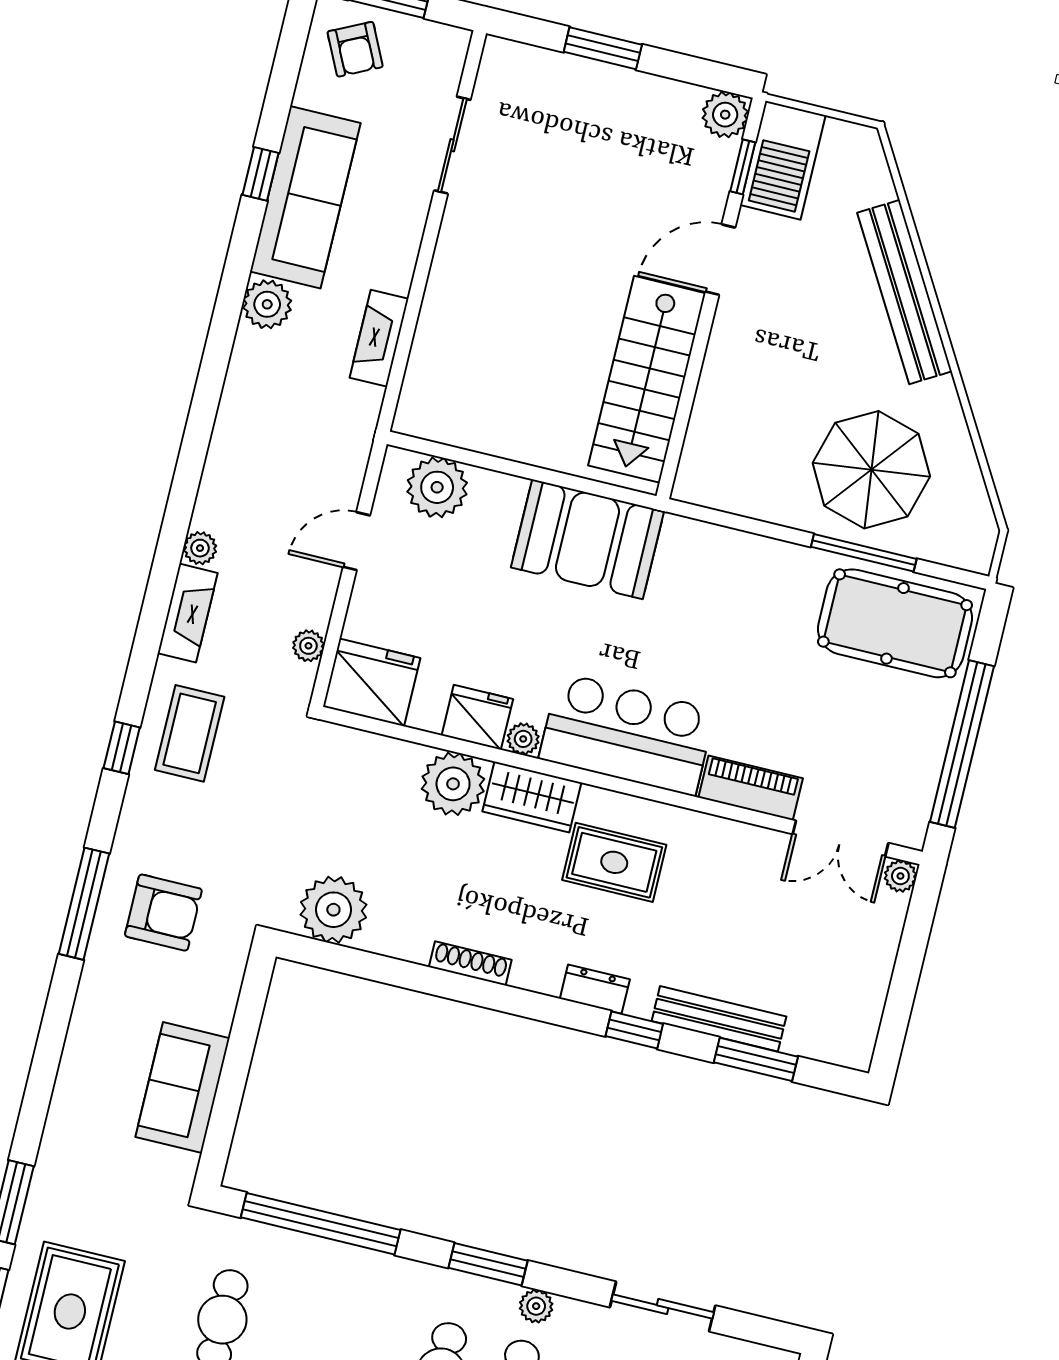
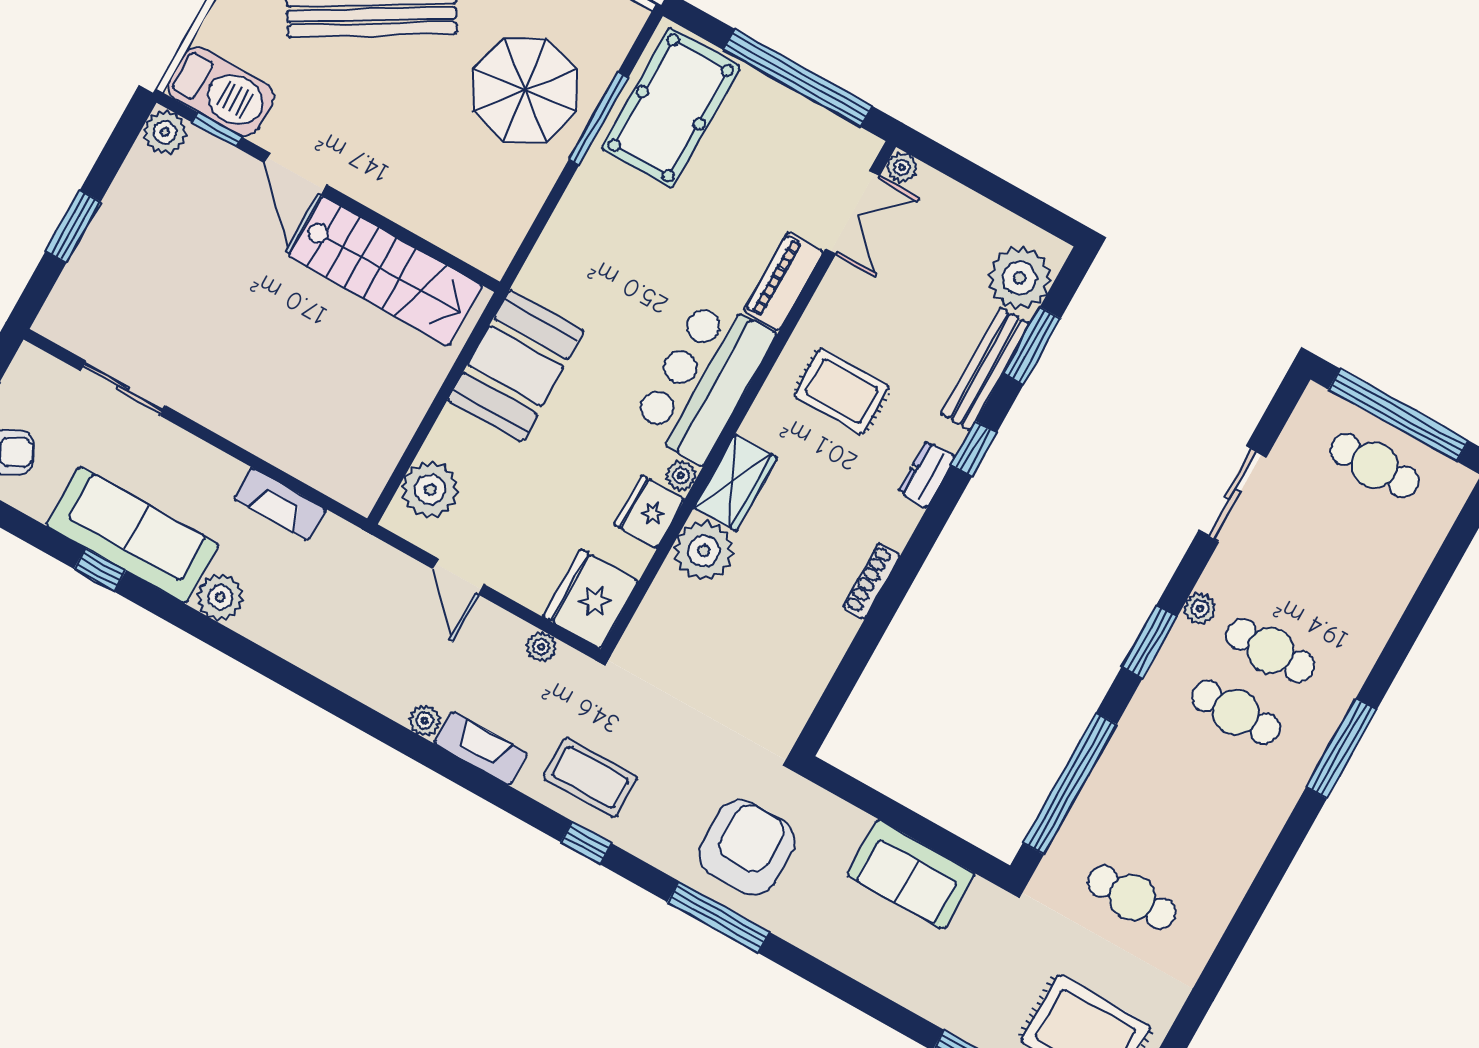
rug: (614, 862) -> (842, 391), moved, turned 90
plant: (333, 910) -> (1020, 278), moved
armchair: (163, 913) -> (747, 847), width x1.36, depth x1.36

